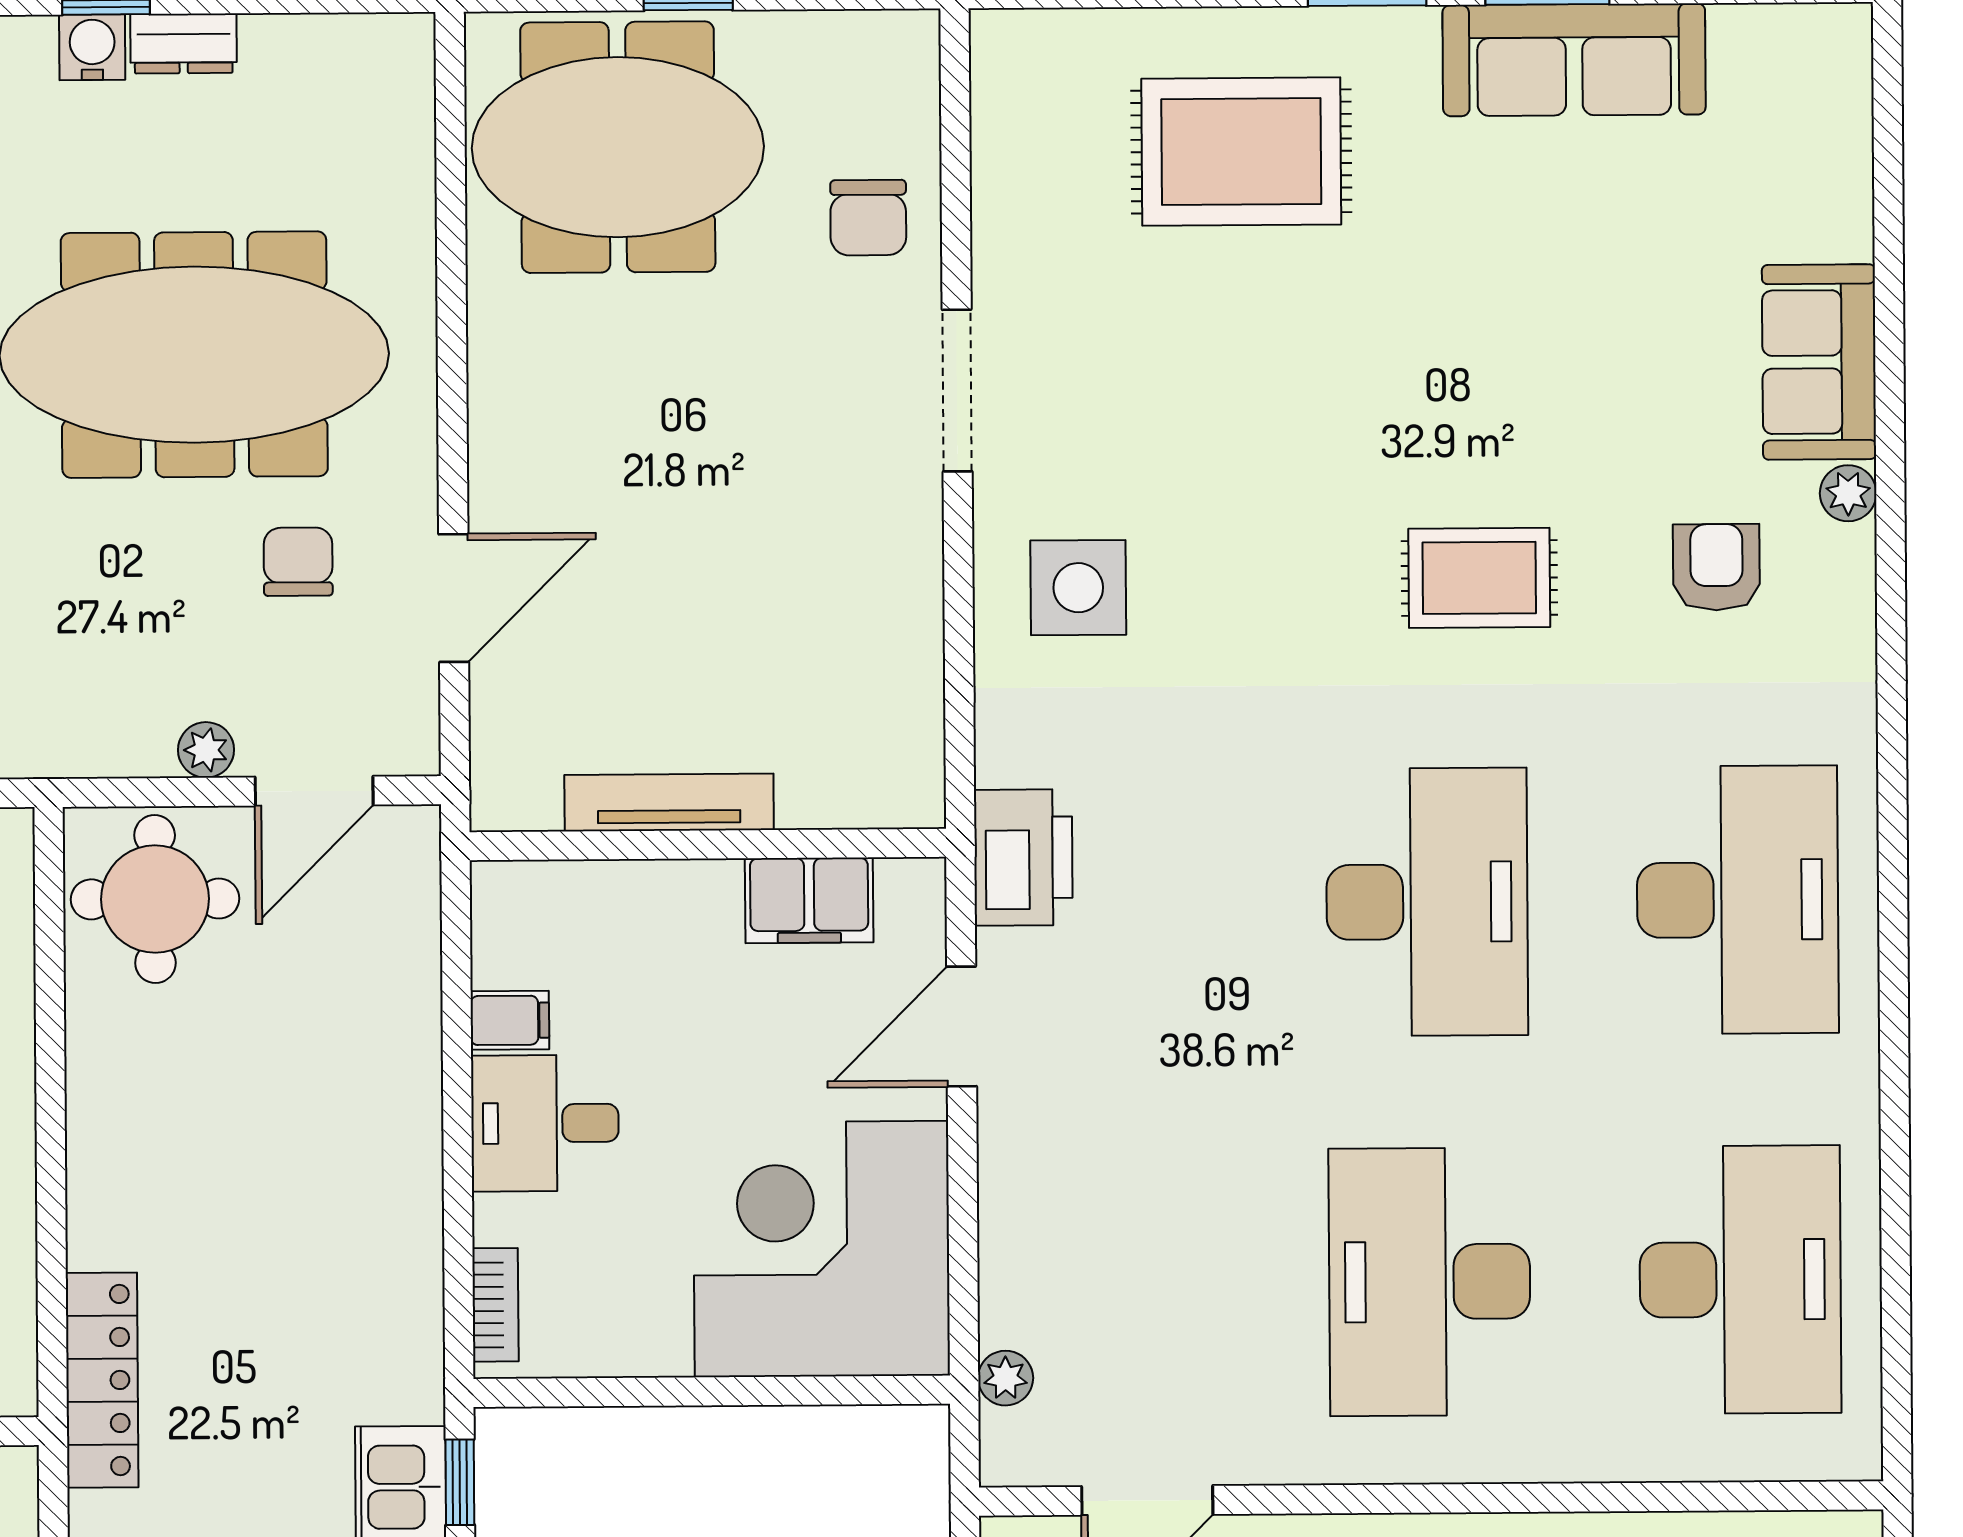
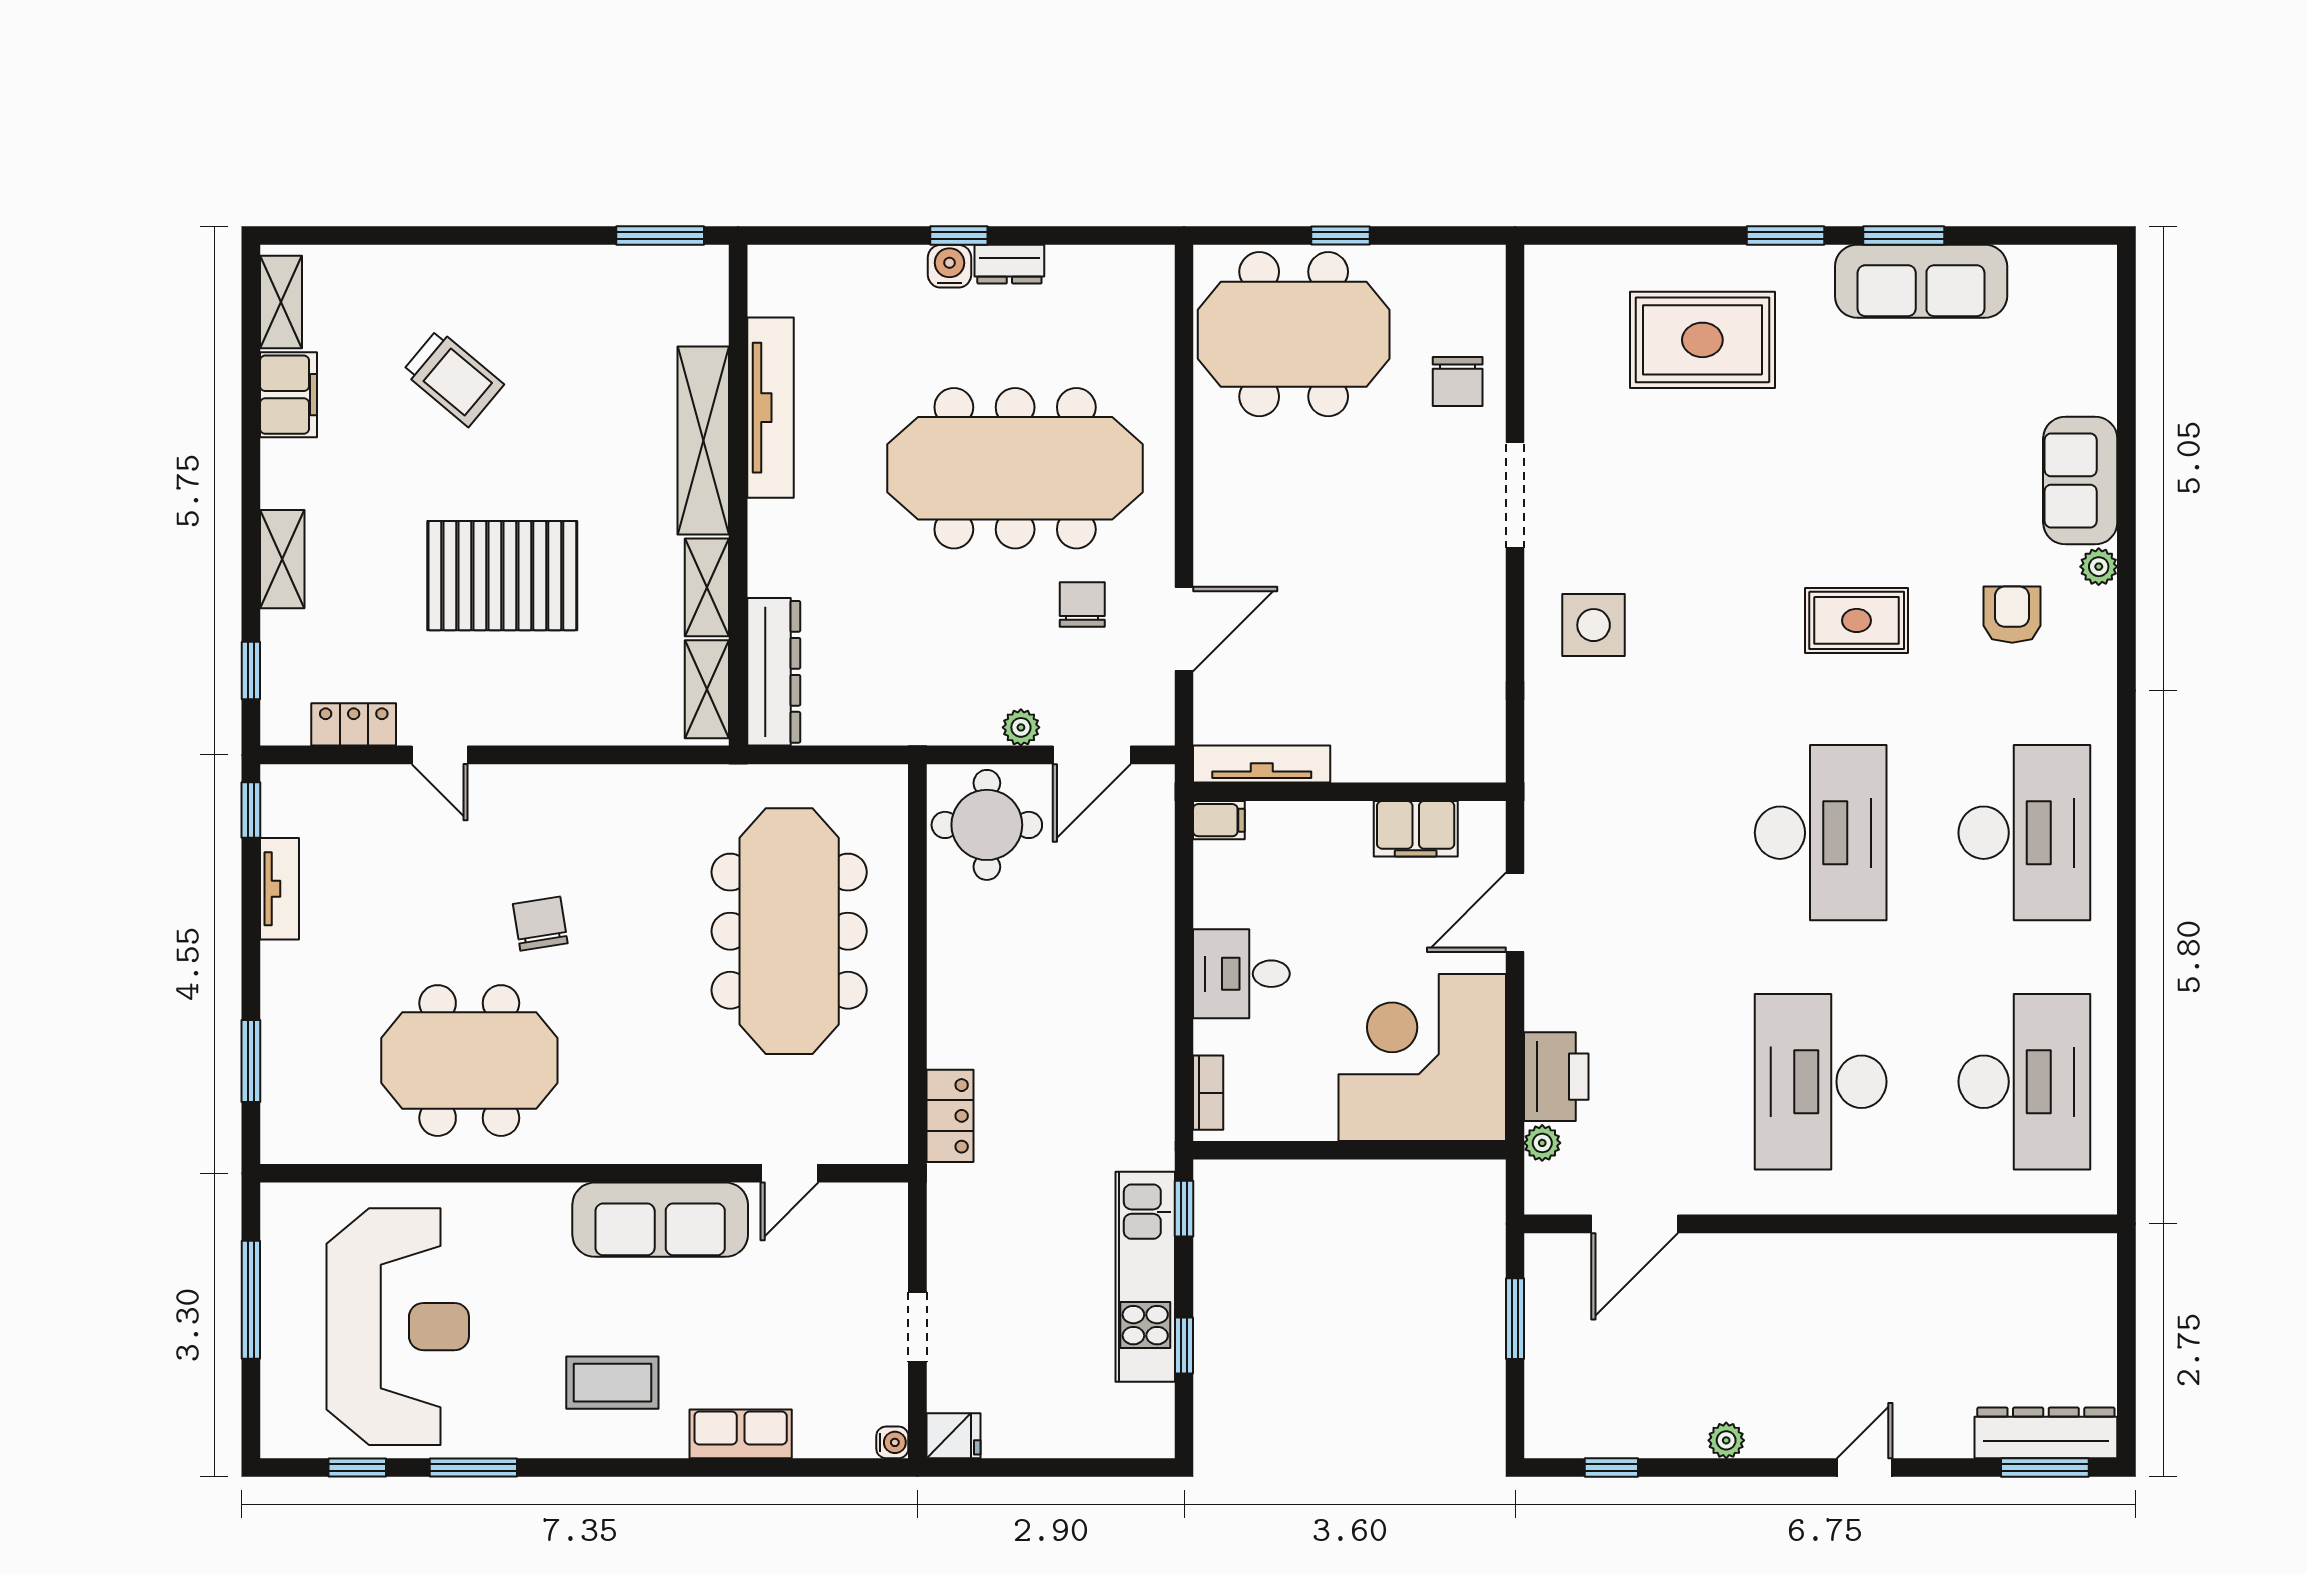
tv unit: (669, 802) -> (1262, 764), moved
printer: (1023, 857) -> (1556, 1077), moved
filing cabinet: (510, 1020) -> (1219, 820), moved
locker: (102, 1380) -> (950, 1116), width x0.66

